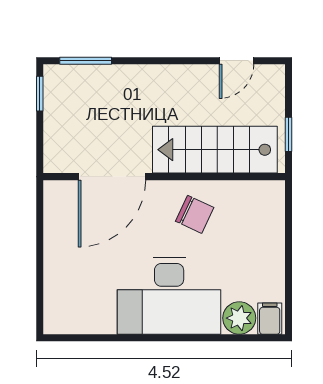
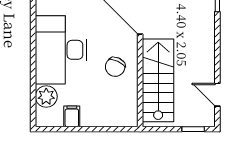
window: (288, 134) -> (193, 129), moved
filing cabinet: (270, 319) -> (72, 116), moved, turned -90

